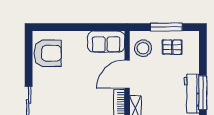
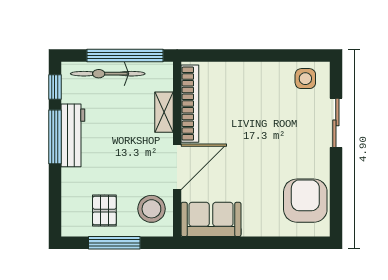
pallet: (172, 47) -> (104, 211), turned 90
armchair: (48, 53) -> (305, 201), turned 90

